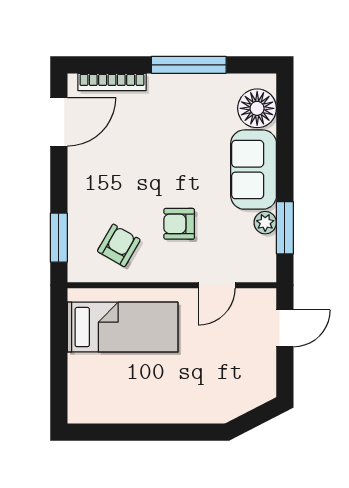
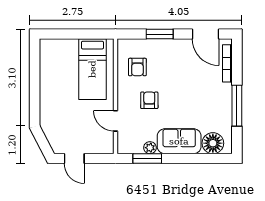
window: (59, 238) -> (160, 34), moved
armchair: (119, 245) -> (137, 67), turned 60
door: (285, 328) -> (74, 159), moved

